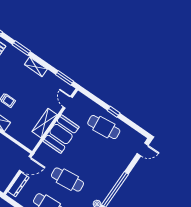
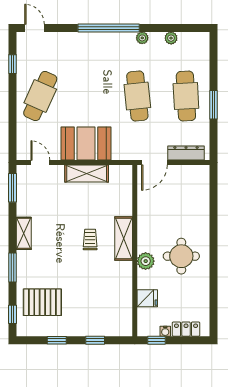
door: (68, 102) -> (40, 162), swing flipped
window: (114, 112) -> (13, 64), moved
cafe table: (104, 127) -> (40, 96), turned 30
door: (25, 164) -> (154, 162), swing flipped

